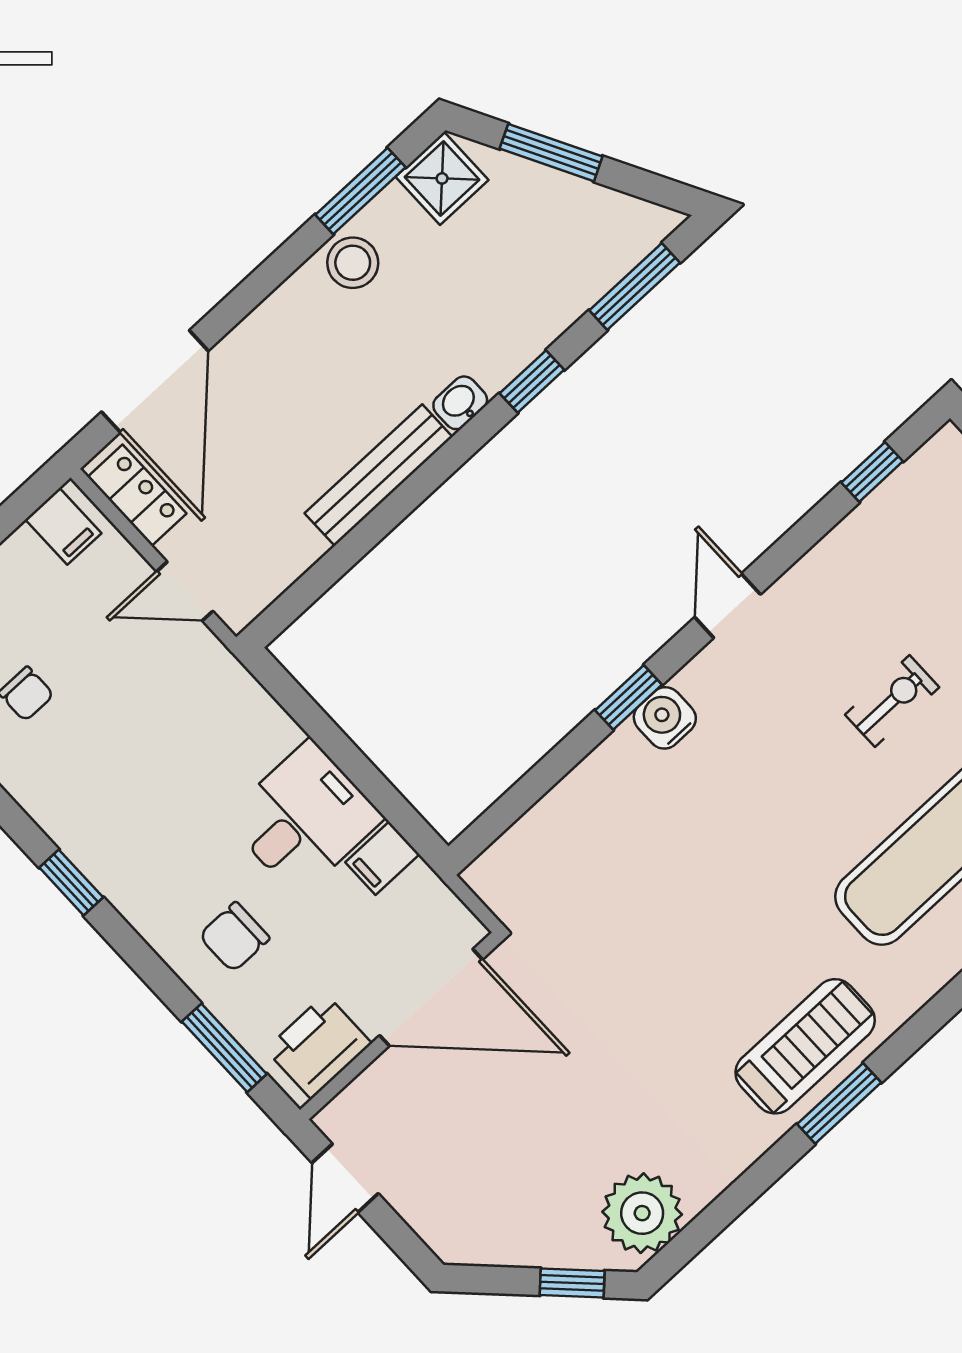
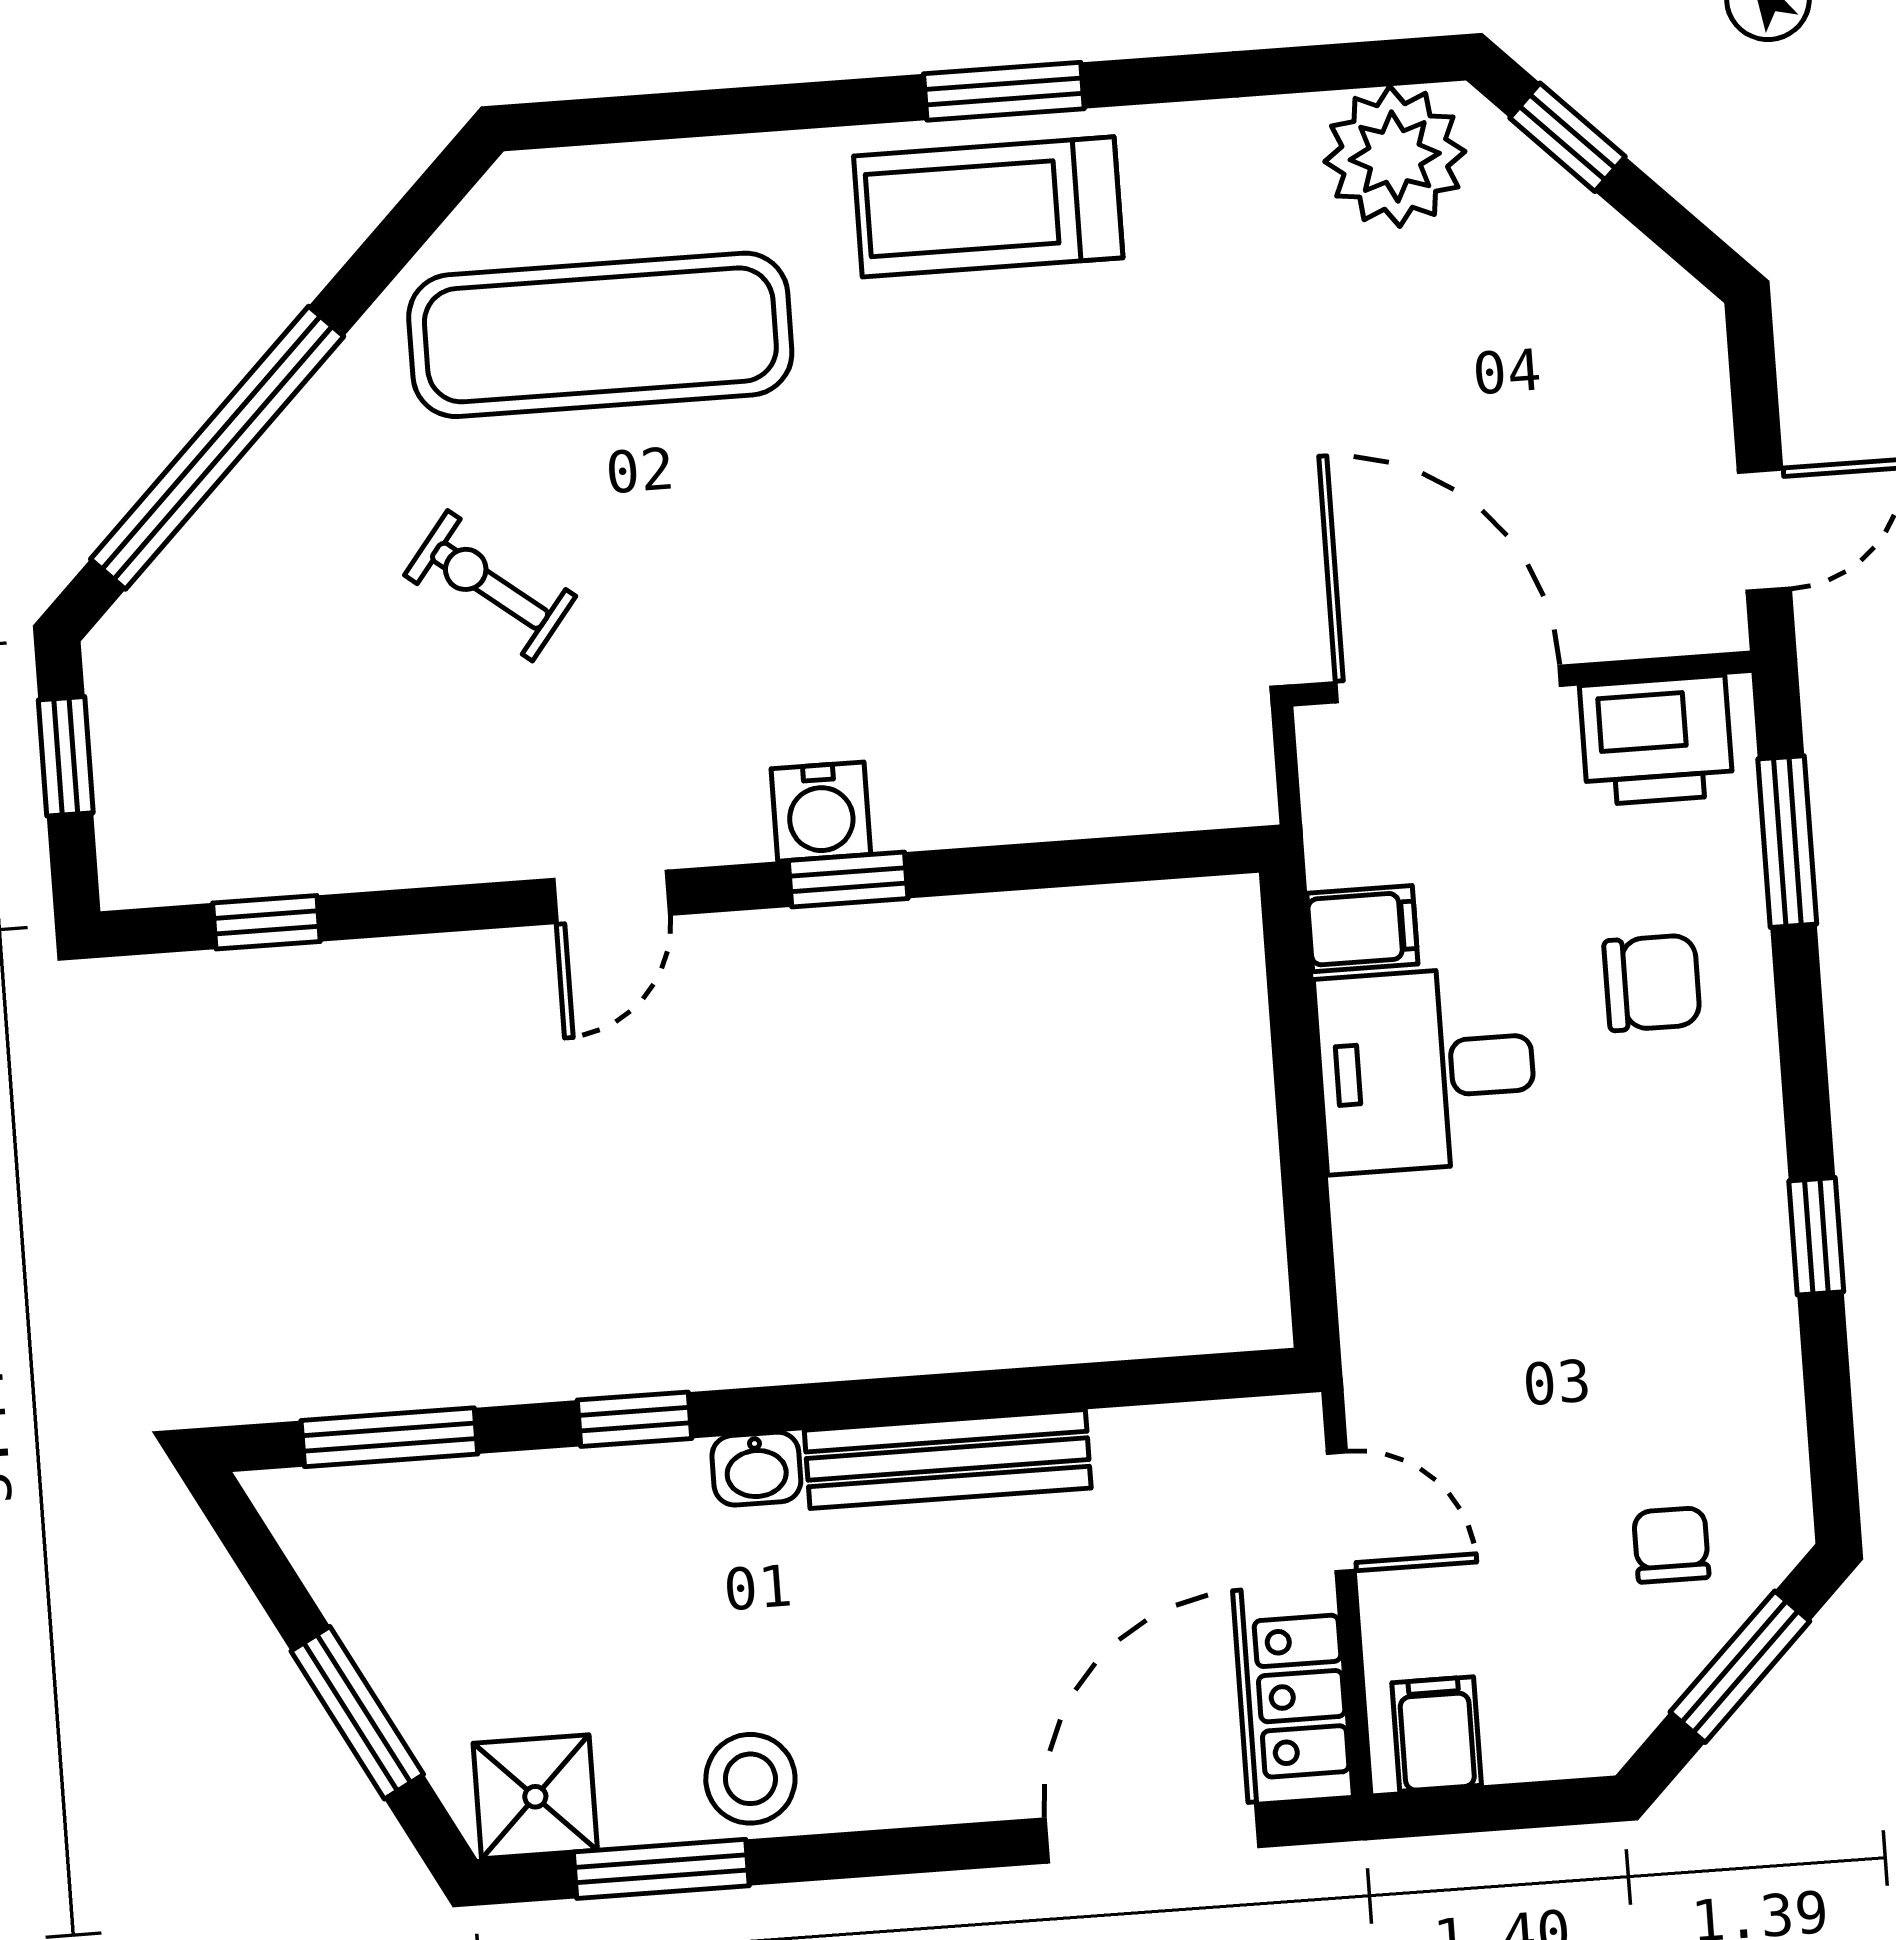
exercise bike: (892, 701) -> (490, 586), turned 38

